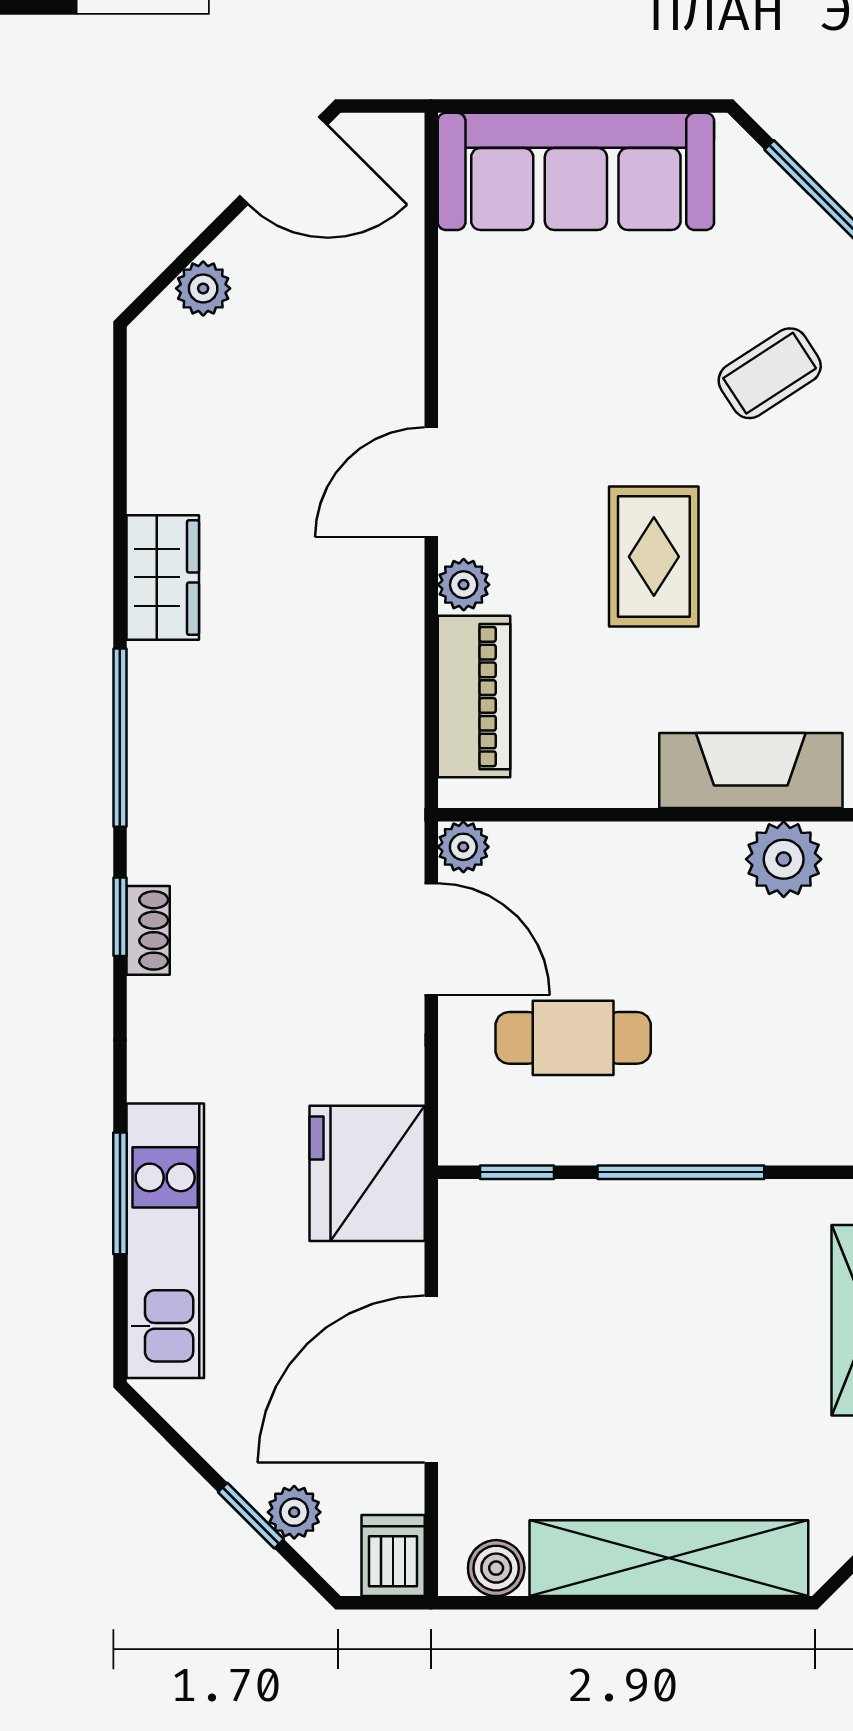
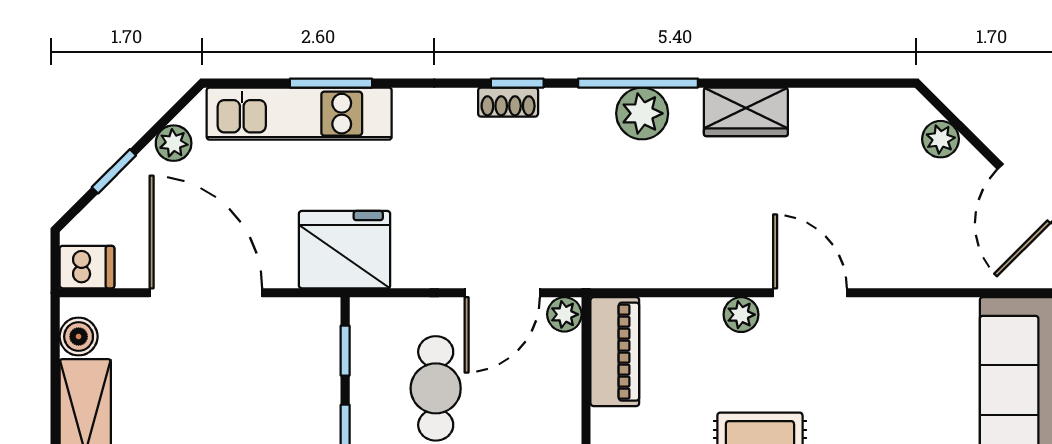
piano: (474, 697) -> (615, 352), moved, turned -90
plant: (165, 731) -> (642, 113), added
plant: (294, 1512) -> (174, 143), moved

